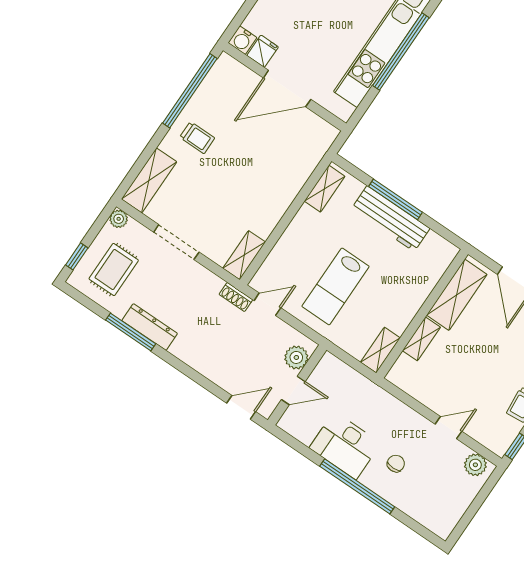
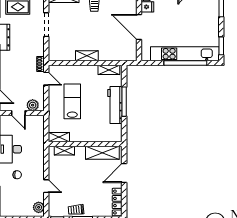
shelving: (244, 255) -> (87, 56), moved
lab bench: (336, 286) -> (72, 101), turned 90
shelving: (421, 339) -> (64, 151), moved

